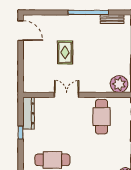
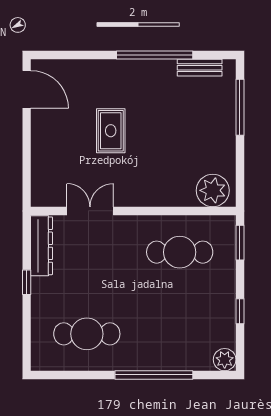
double door: (67, 95) -> (90, 211), moved
cafe table: (102, 117) -> (180, 252), turned 90

